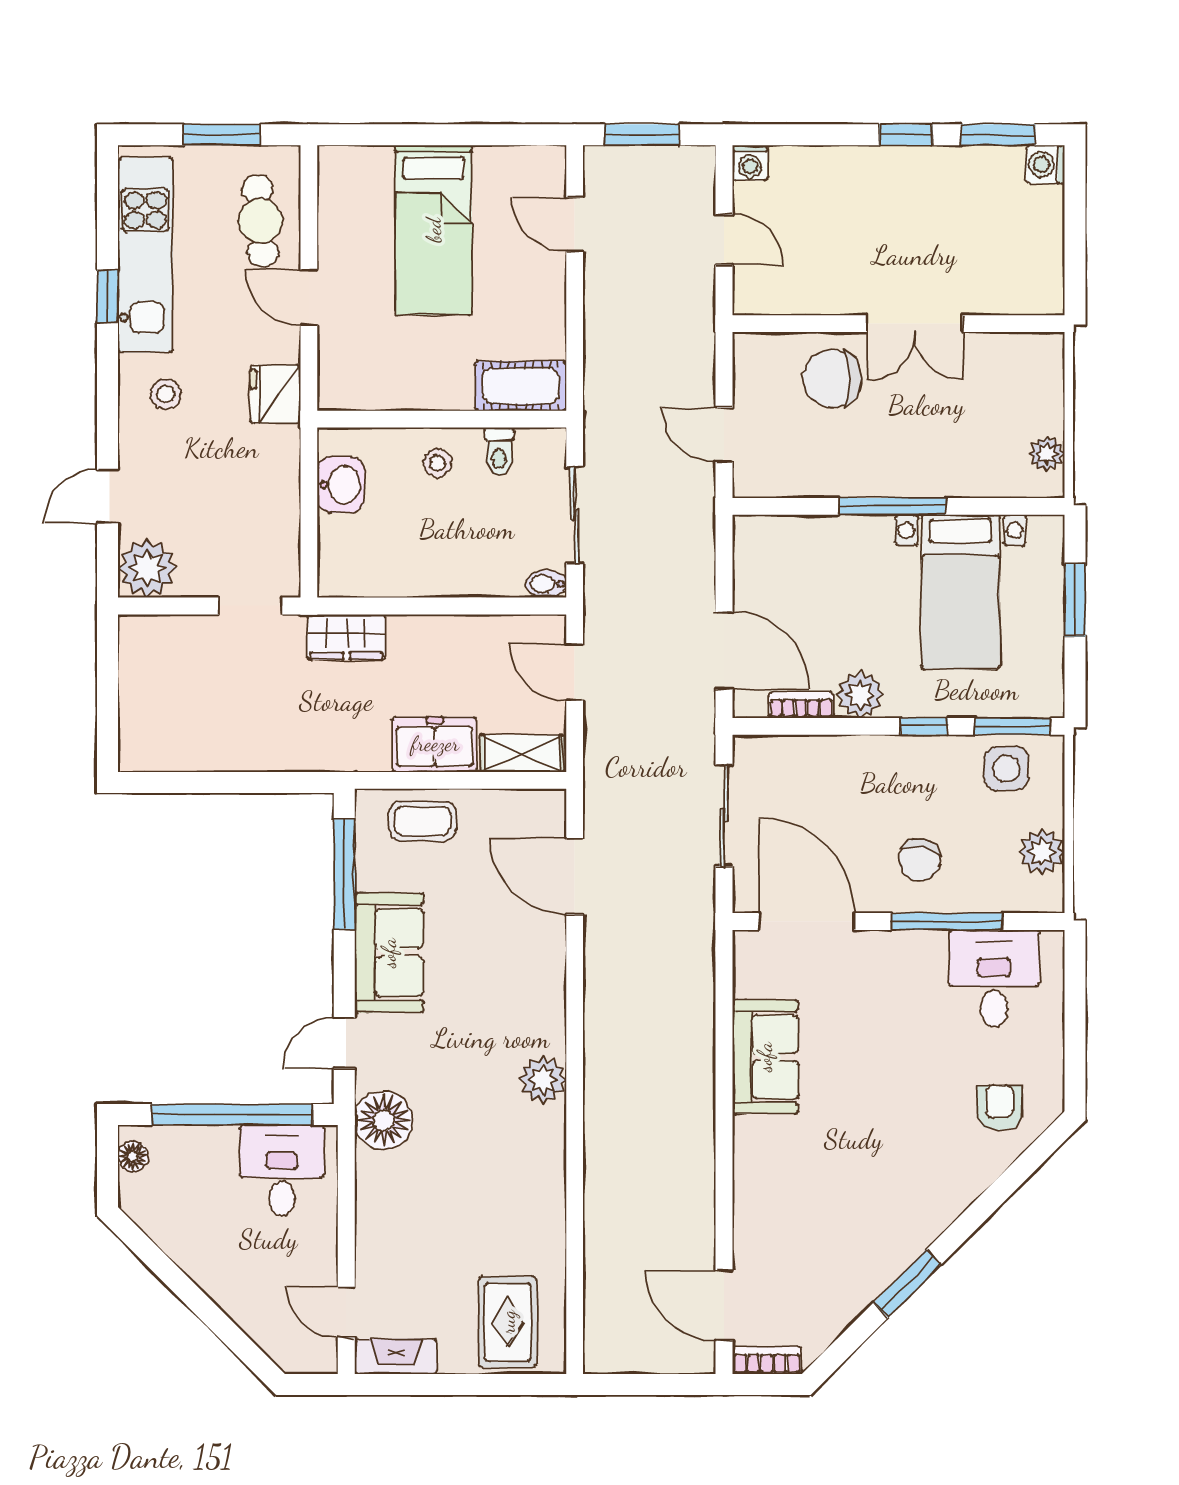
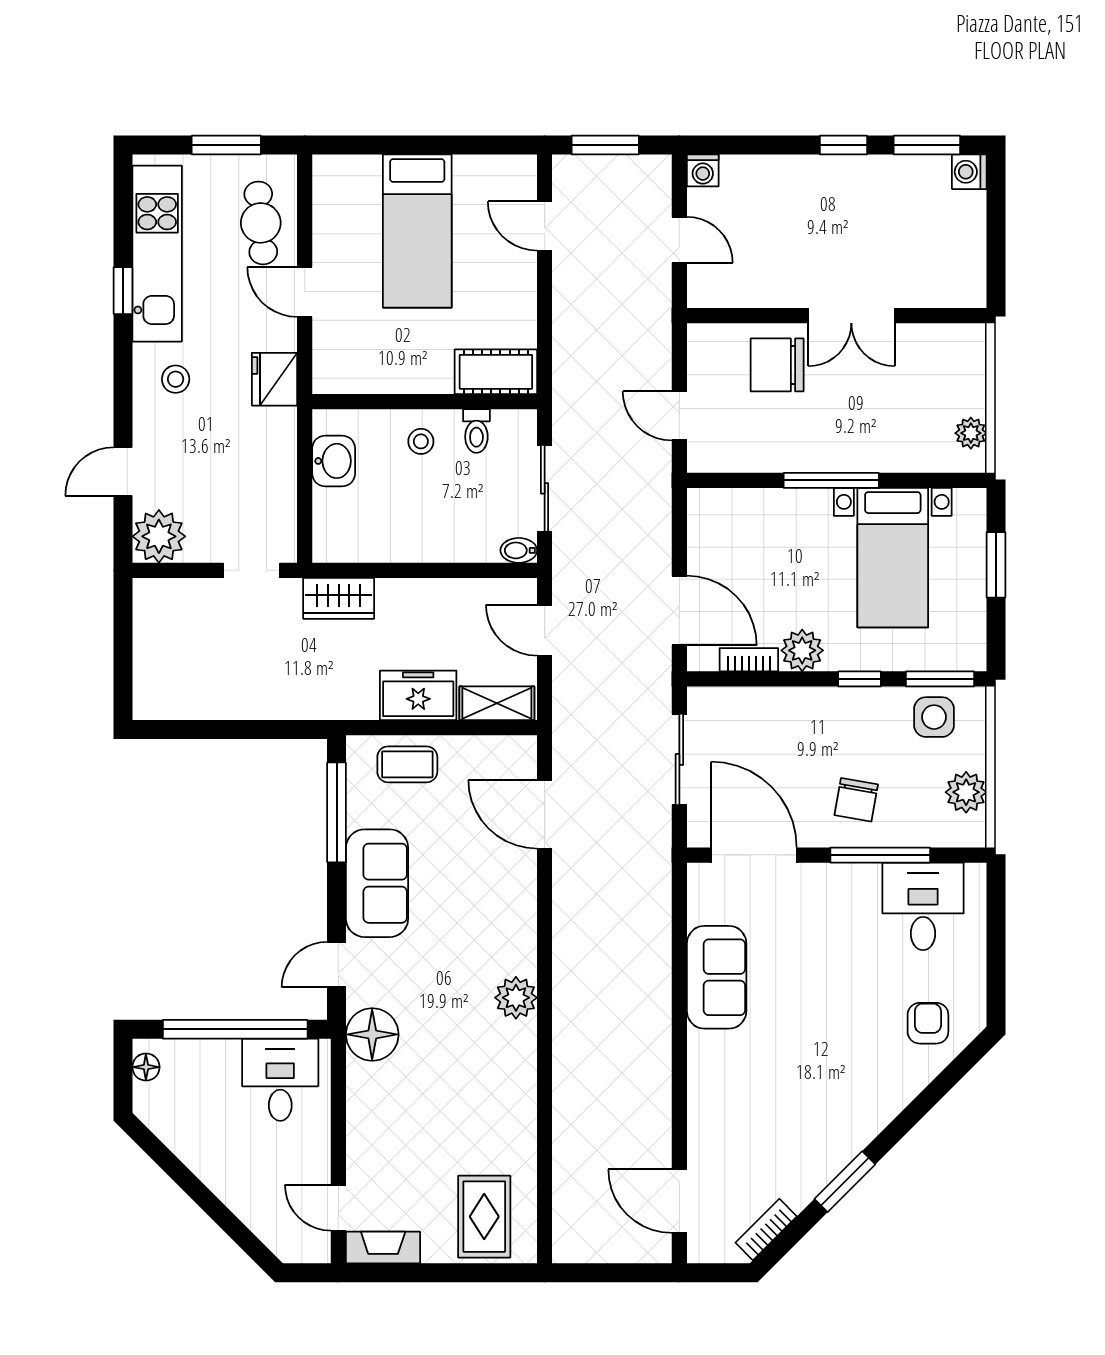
bookcase: (767, 1360) -> (766, 1229), moved, turned -45

